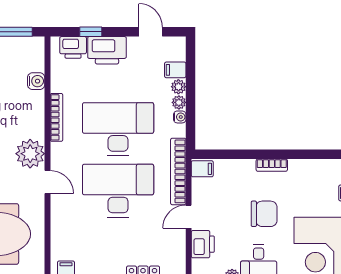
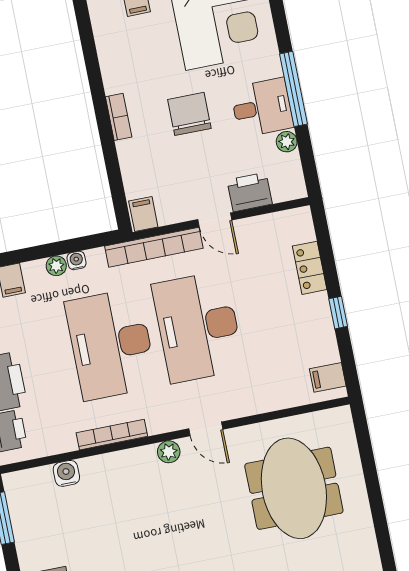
plant: (178, 87) -> (34, 271), removed
plant: (30, 154) -> (169, 452), width x0.53, depth x0.53
door: (47, 182) -> (206, 429), swing flipped

